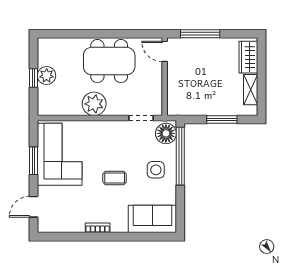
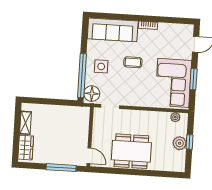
plant: (94, 104) -> (175, 117), moved, width x0.53, depth x0.53
window: (222, 120) -> (49, 101), removed
sofa: (152, 219) -> (113, 30), width x1.36

